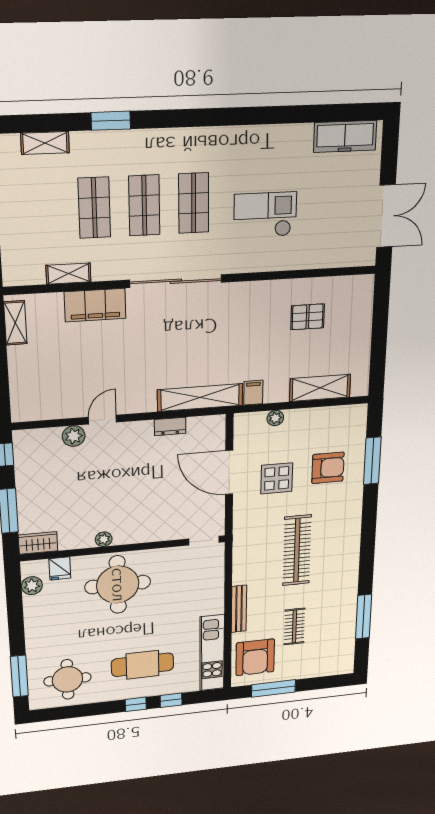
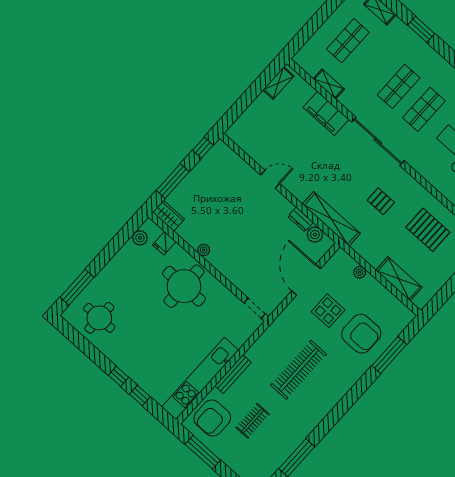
shop shelf: (94, 208) -> (348, 41), moved
pallet: (308, 317) -> (428, 230), width x1.50, depth x1.42
pallet: (234, 335) -> (381, 201), added
filing cabinet: (253, 393) -> (361, 245), removed
plant: (74, 436) -> (315, 235), moved
armchair: (328, 468) -> (361, 334), width x1.36, depth x1.36
kitchen unit: (212, 653) -> (200, 379), width x1.36
cafe table: (143, 665) -> (147, 353), removed

